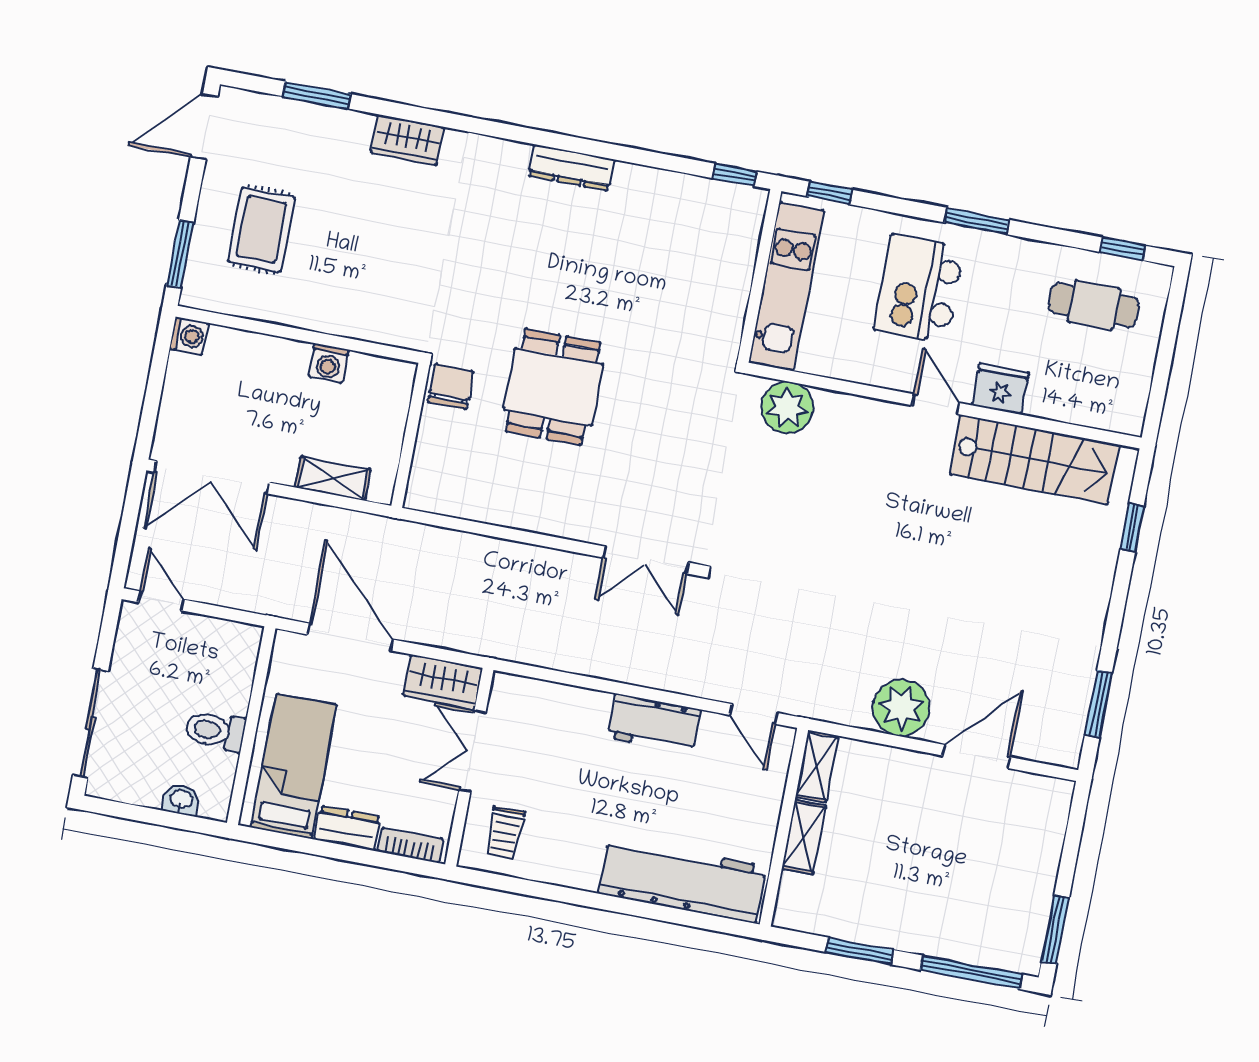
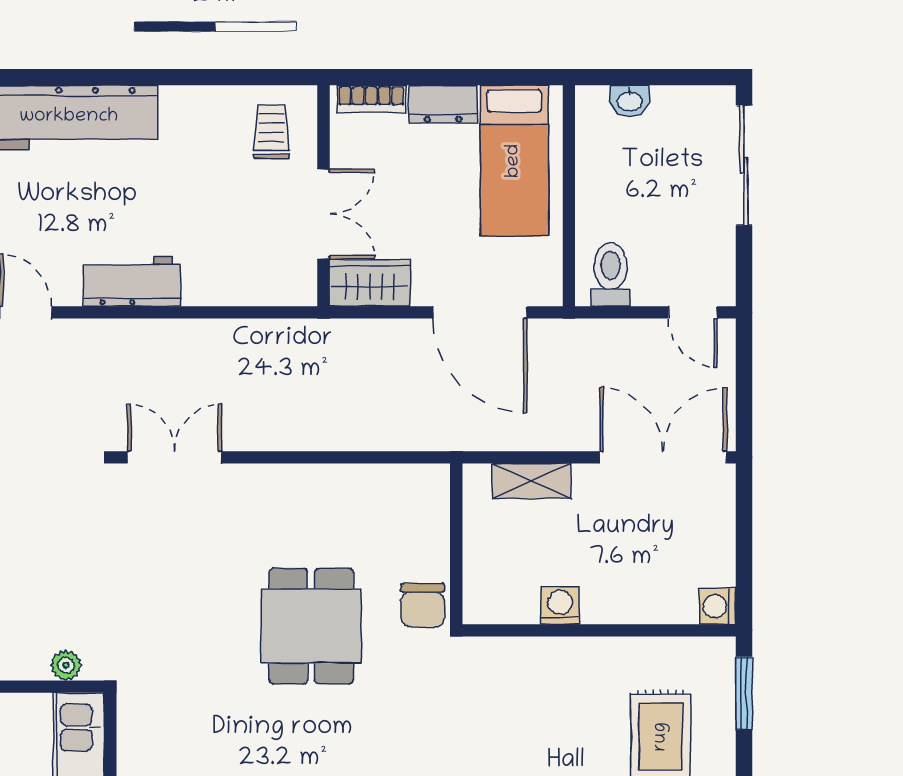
plant: (787, 408) -> (66, 665), width x0.53, depth x0.53
toilet: (215, 731) -> (611, 274), moved, turned -90

